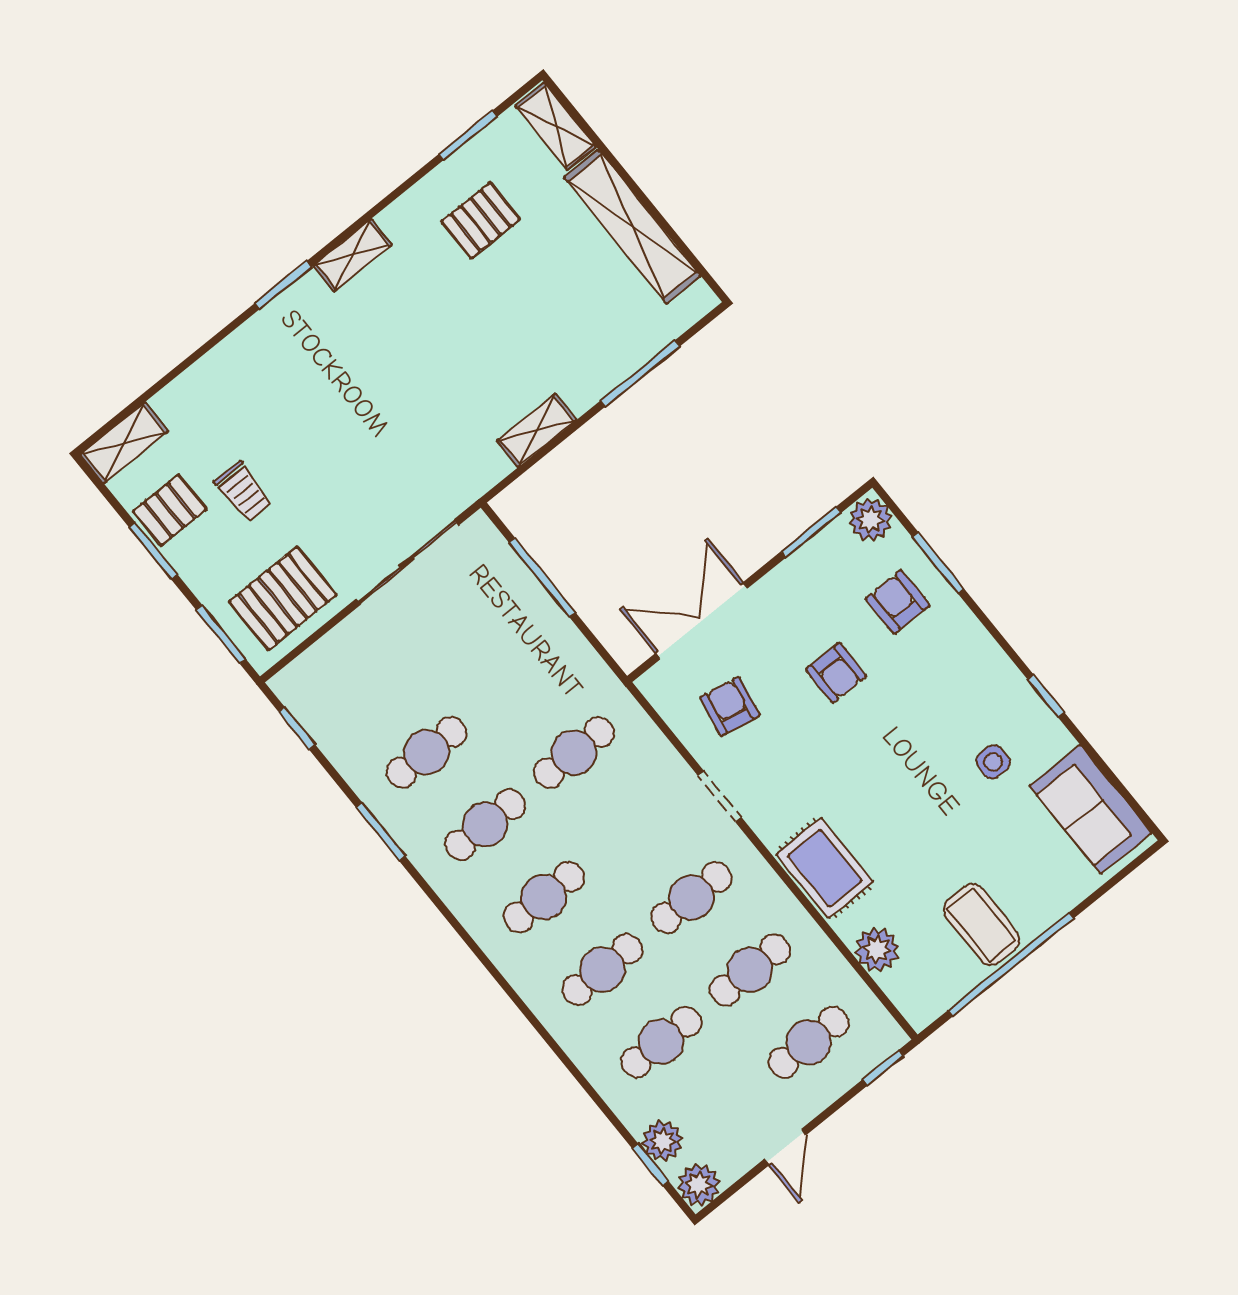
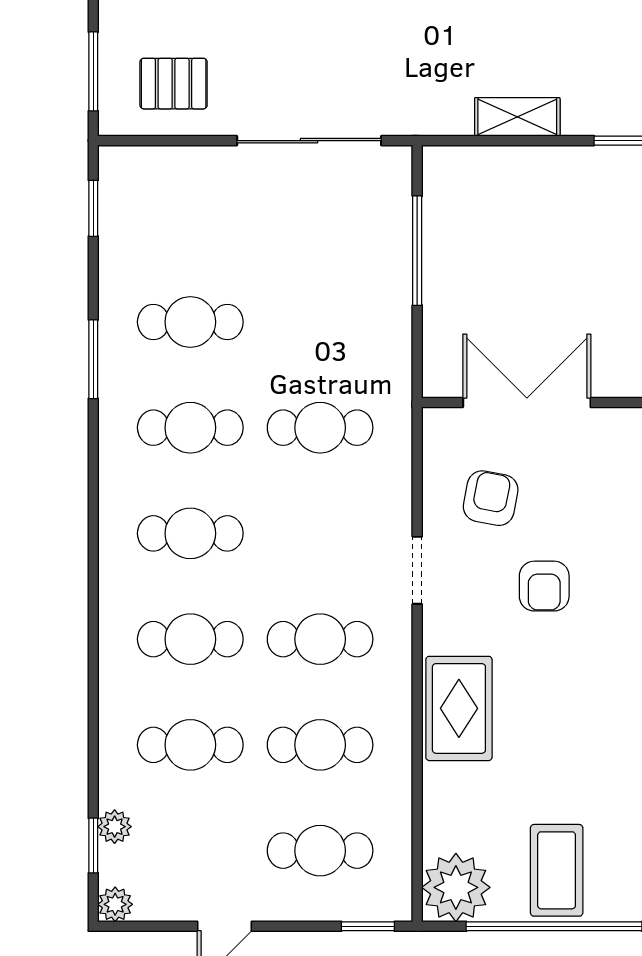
pallet: (283, 598) -> (174, 84), width x0.67, depth x0.71
armchair: (836, 673) -> (544, 586), moved
plant: (877, 949) -> (456, 887), moved, width x1.36, depth x1.36
plant: (662, 1141) -> (115, 827), width x0.73, depth x0.73
plant: (699, 1185) -> (115, 904), width x0.73, depth x0.73

